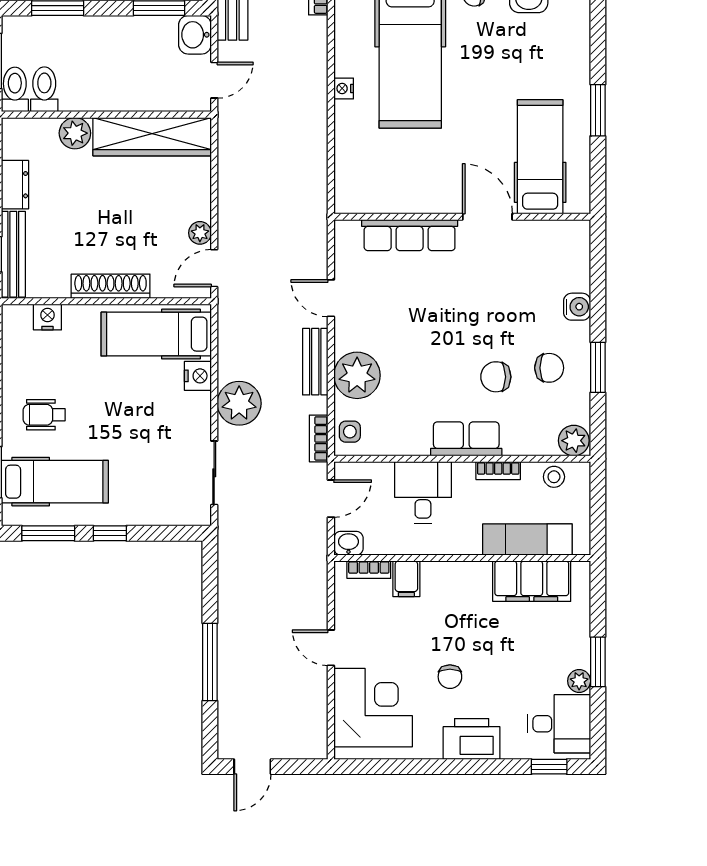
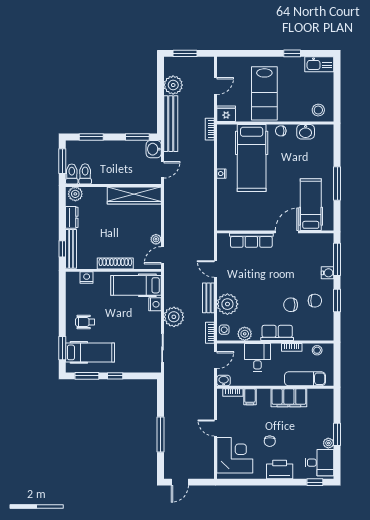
window: (598, 110) -> (337, 183), width x1.44
plant: (75, 133) -> (75, 194), moved
door: (487, 217) -> (287, 232), hinge flipped
window: (598, 277) -> (337, 259), added
plant: (574, 441) -> (245, 334), moved
filing cabinet: (532, 581) -> (289, 398), moved

